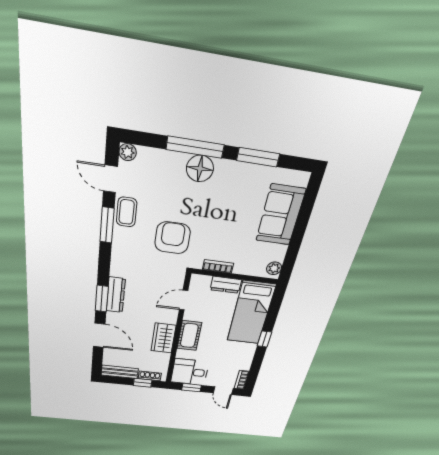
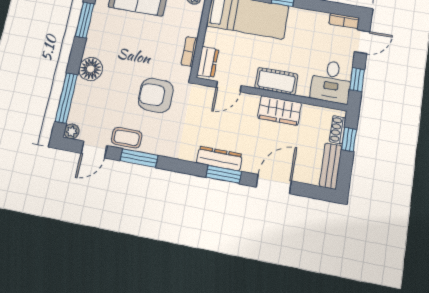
window: (195, 147) -> (66, 98), moved
dresser: (226, 285) -> (208, 62), moved
door: (184, 300) -> (229, 86), hinge flipped

